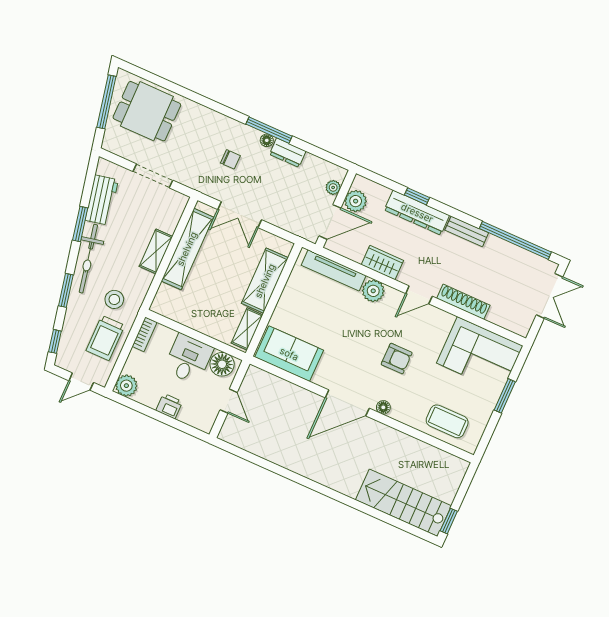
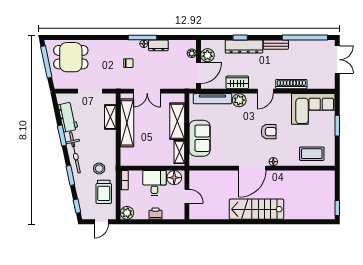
shelving: (156, 251) -> (110, 117), moved
sofa: (289, 354) -> (200, 138), moved, turned 90
stairs: (403, 503) -> (256, 209), moved

